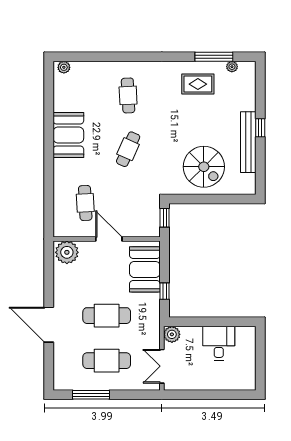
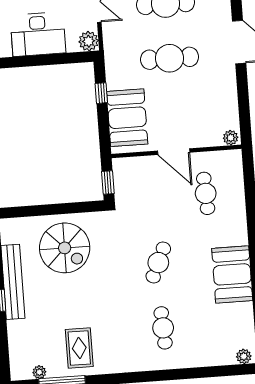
rug: (198, 84) -> (79, 348), turned 90
spiral stairs: (204, 167) -> (65, 248), turned 180
plant: (67, 252) -> (231, 138), width x0.53, depth x0.53
desk: (219, 343) -> (38, 34), width x1.37

